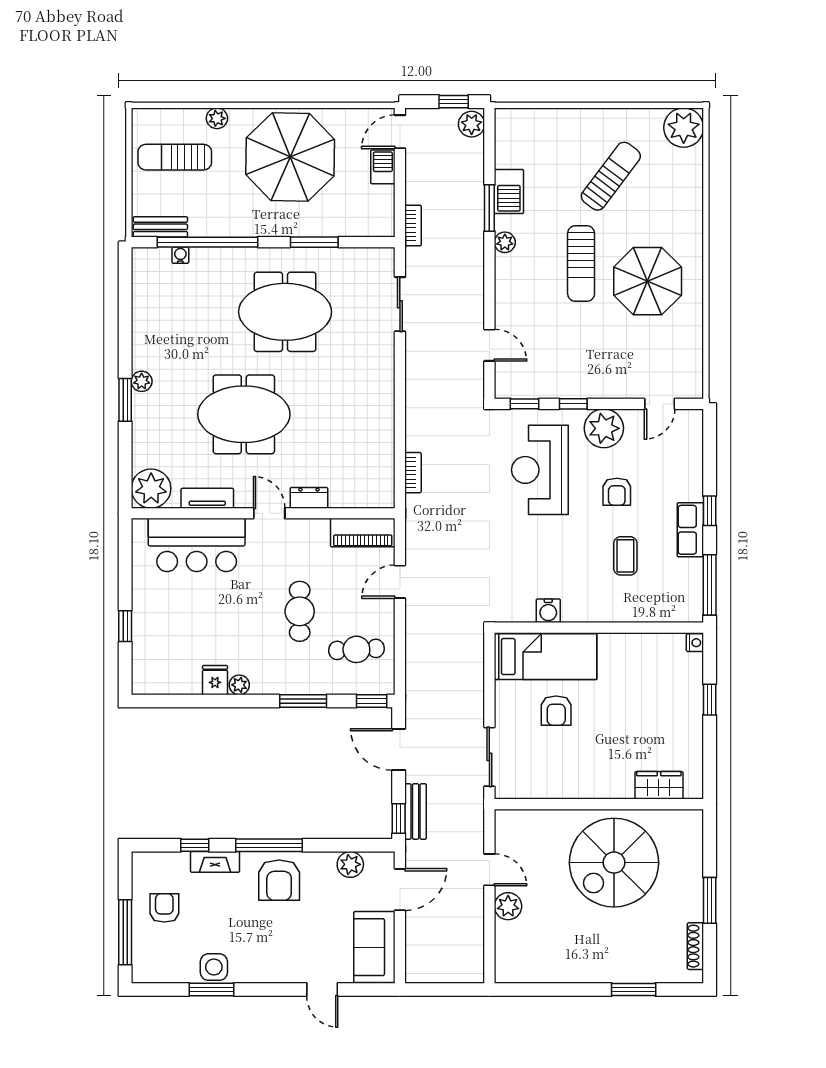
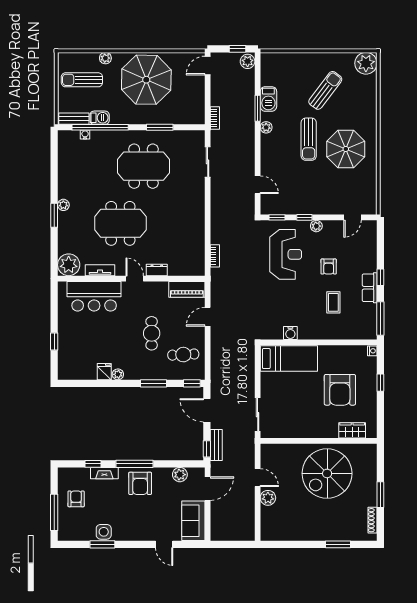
barbecue: (383, 167) -> (100, 118), moved, turned 90
plant: (604, 428) -> (316, 226), width x0.53, depth x0.53
reception desk: (540, 470) -> (286, 254), turned 180
armchair: (556, 711) -> (340, 390), moved, width x1.88, depth x1.88

